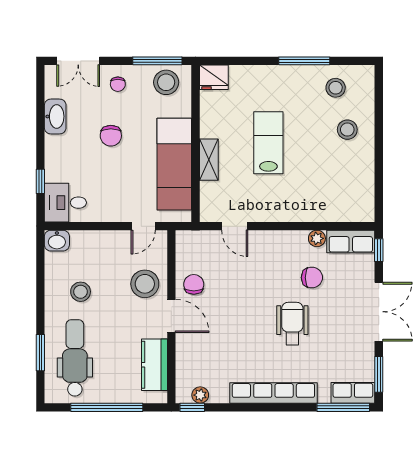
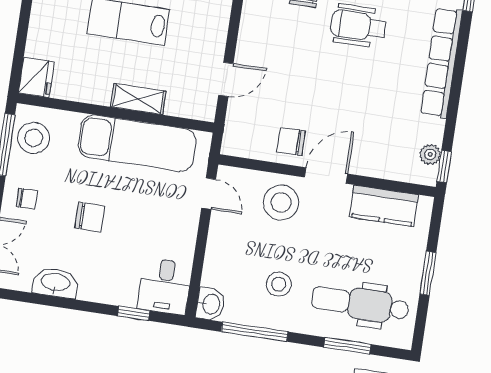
window: (40, 278) -> (255, 332), added
window: (107, 407) -> (428, 273), width x0.47

